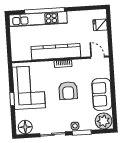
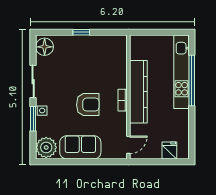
corner sofa: (29, 87) -> (95, 54), removed
armchair: (68, 91) -> (88, 105), turned 180

